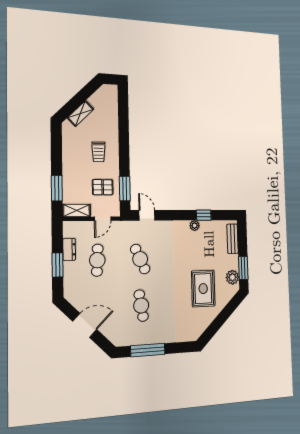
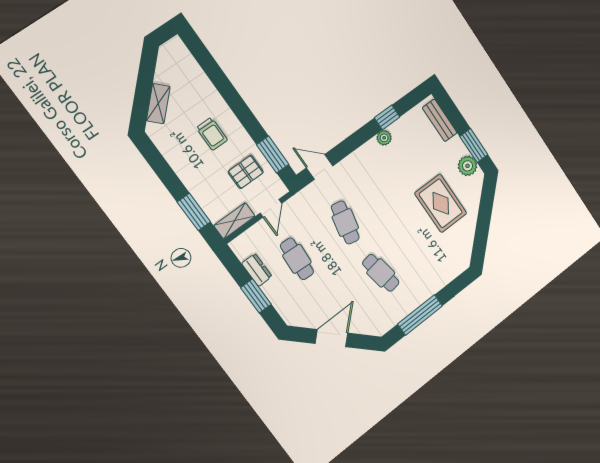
cafe table: (140, 259) -> (345, 222), turned 36

